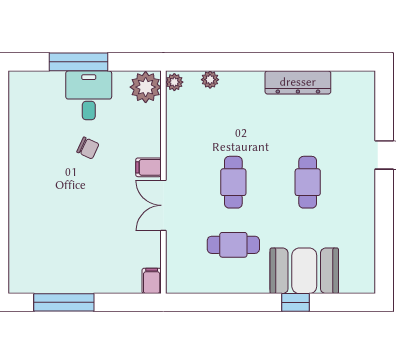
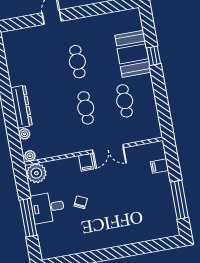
dresser: (298, 82) -> (21, 107), moved
cafe table: (233, 182) -> (86, 108), turned 90
cafe table: (308, 182) -> (77, 62), turned 90
filing cabinet: (152, 281) -> (160, 166), moved

